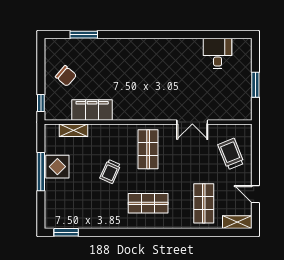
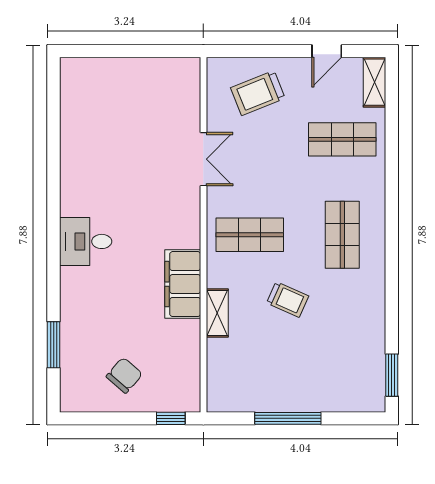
desk: (218, 53) -> (86, 241), moved
window: (255, 85) -> (139, 51), removed
filing cabinet: (92, 110) -> (183, 284), moved
shelving: (74, 130) -> (217, 313), moved
display table: (57, 167) -> (280, 390), removed

